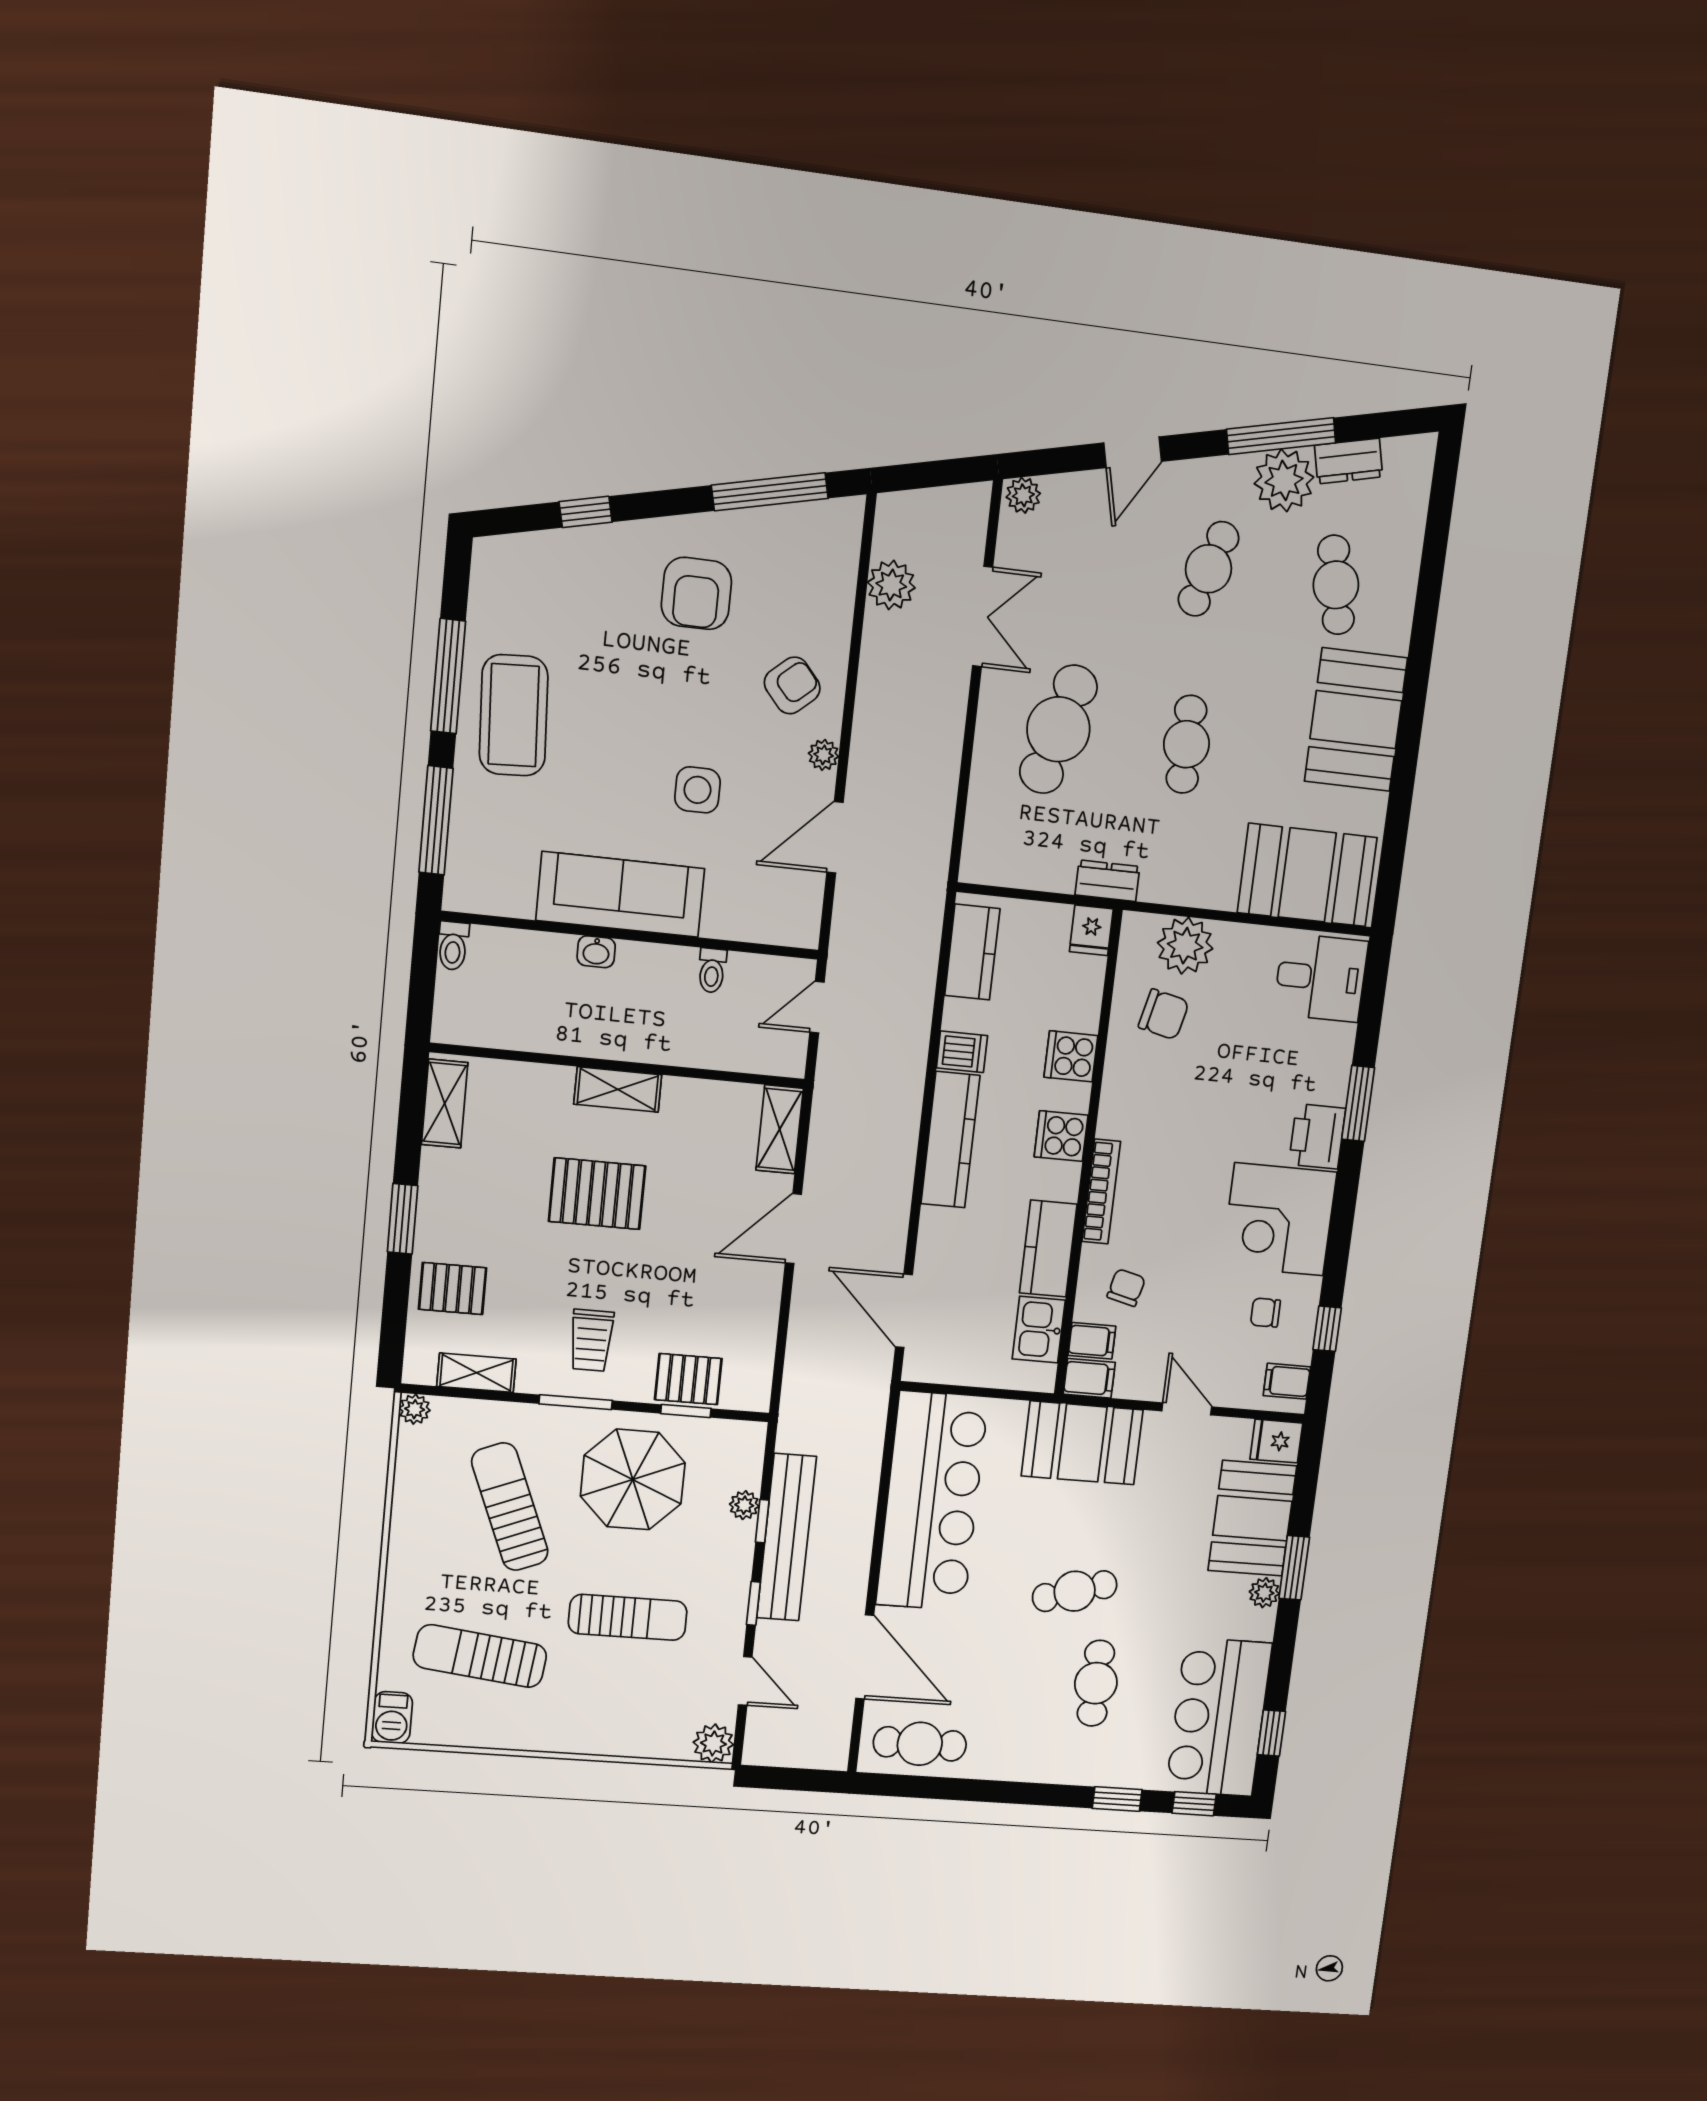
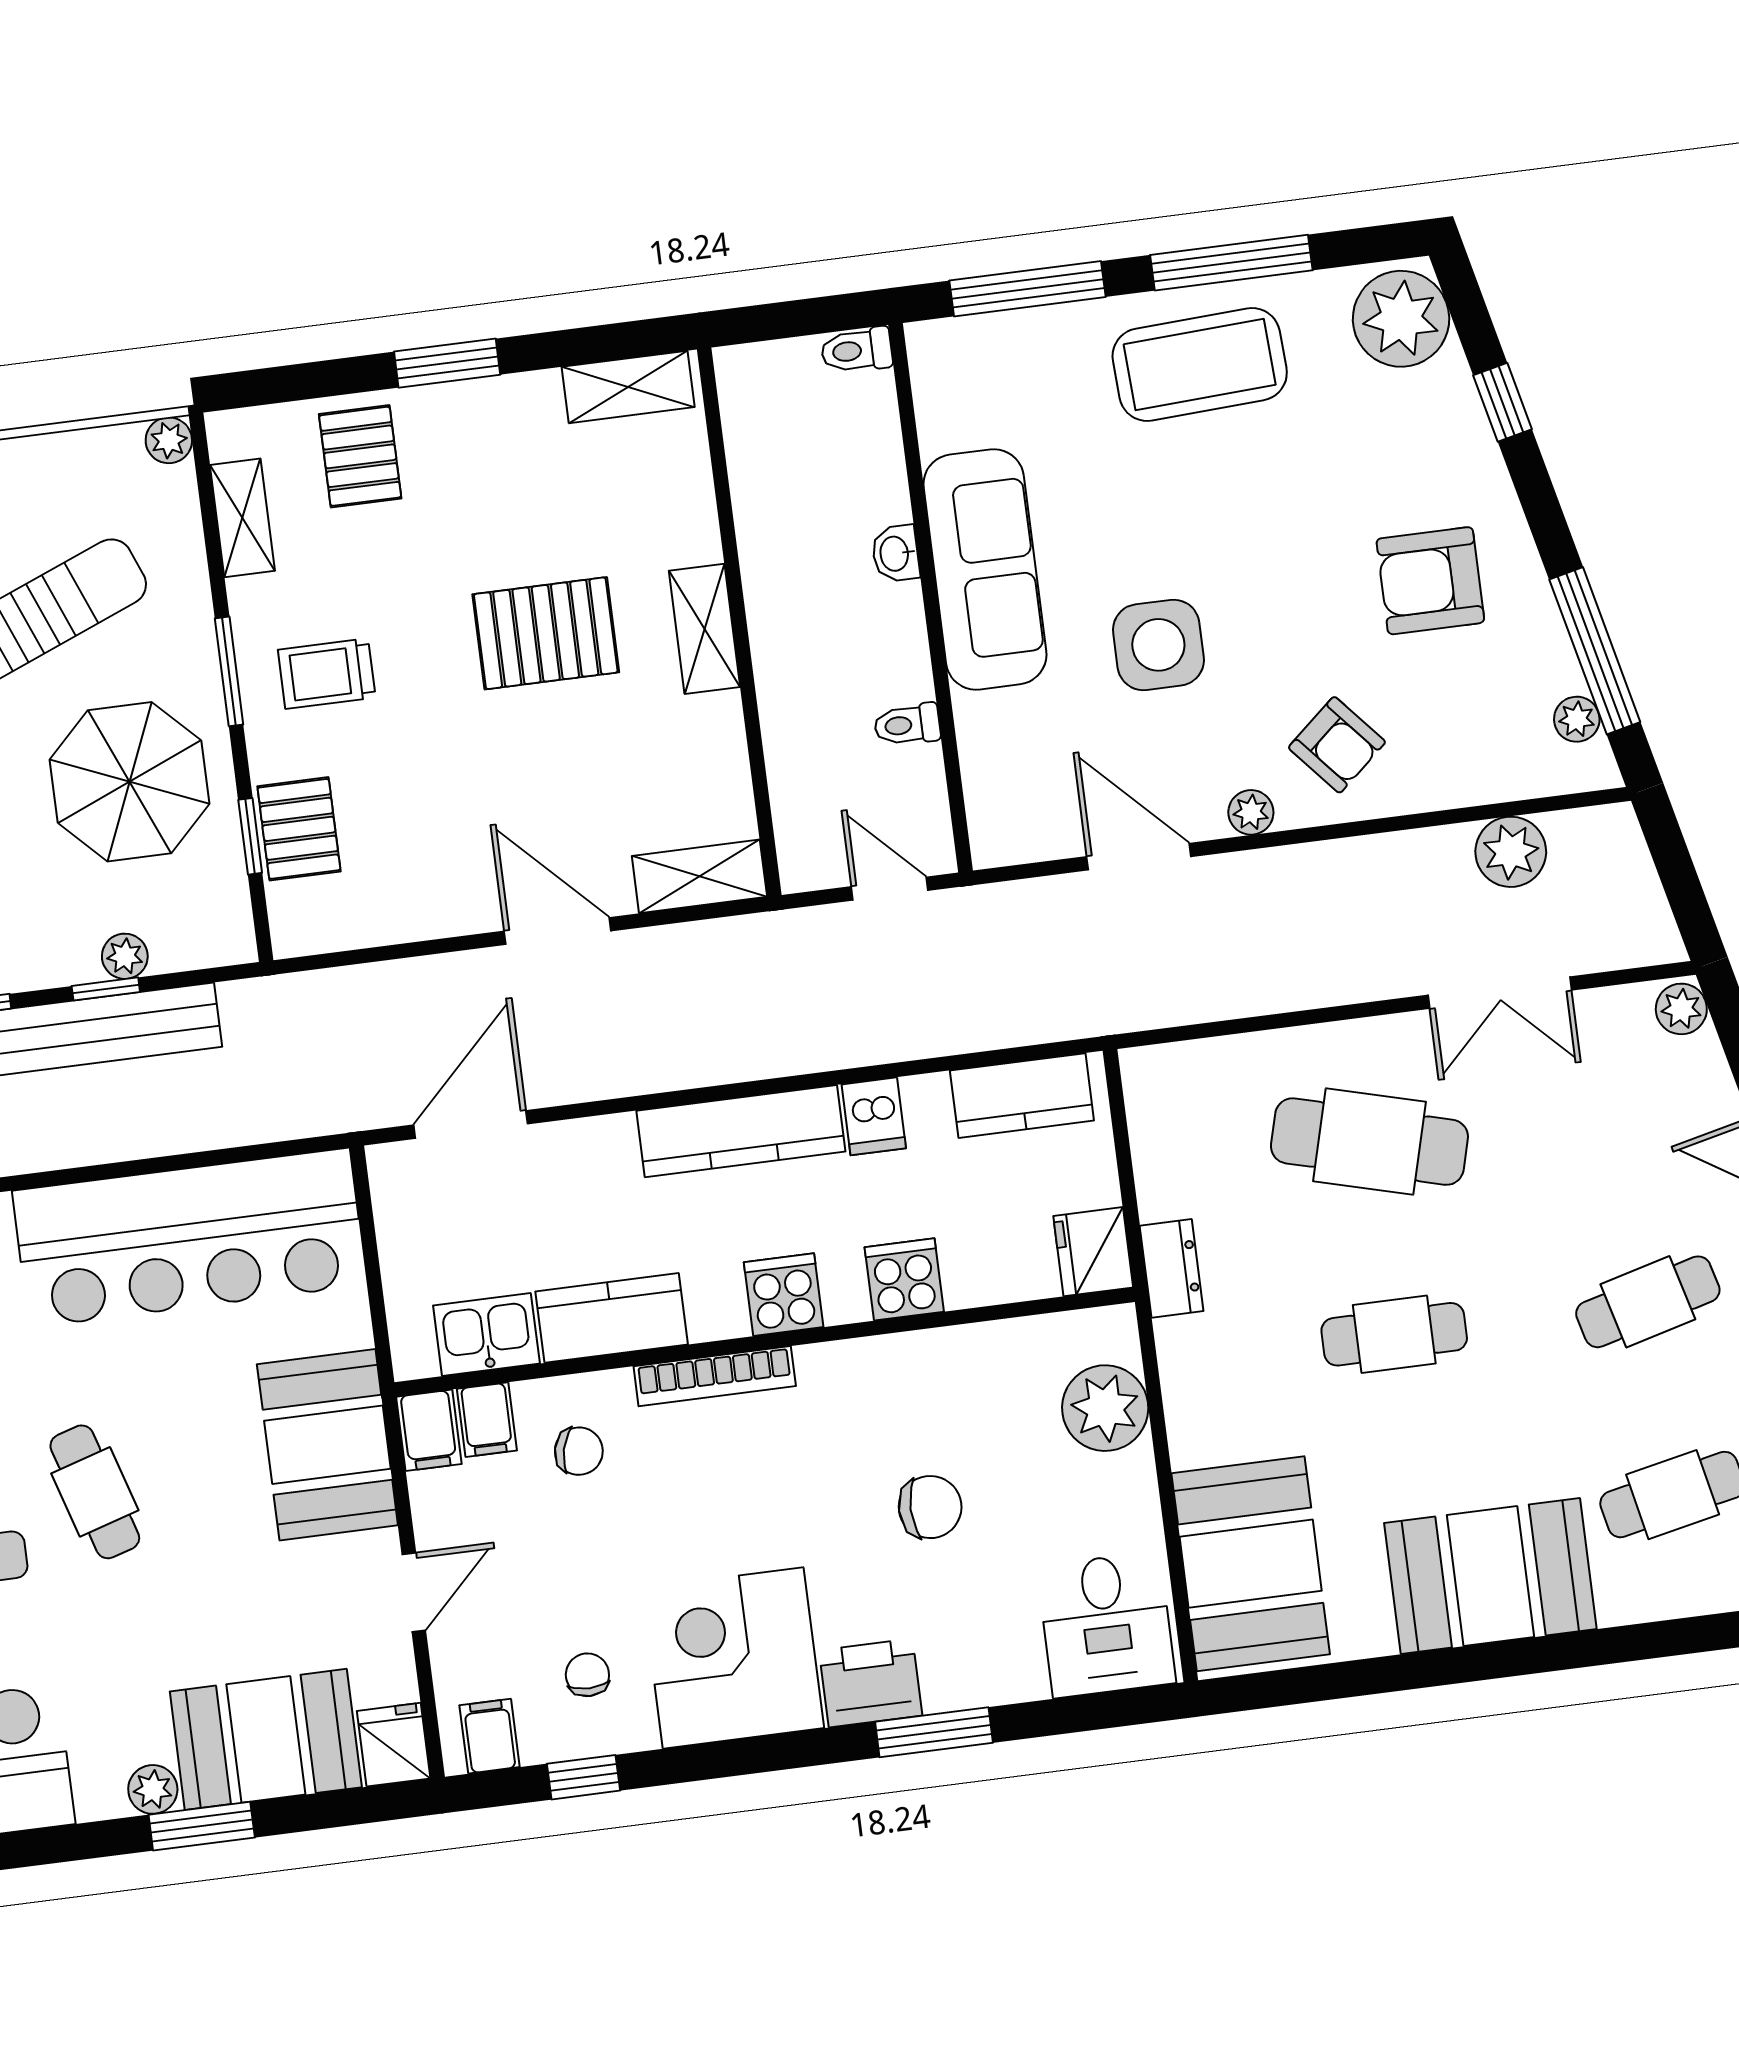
plant: (813, 516) -> (1577, 719), added
plant: (512, 568) -> (1401, 319), added
cafe table: (1208, 569) -> (1648, 1302), turned -33
side table: (697, 790) -> (1158, 645), width x1.37, depth x1.37
fridge: (1091, 930) -> (1093, 1252), width x1.38
chair: (1164, 1014) -> (930, 1507), moved, turned -103
pallet: (597, 1194) -> (546, 633), turned 90

